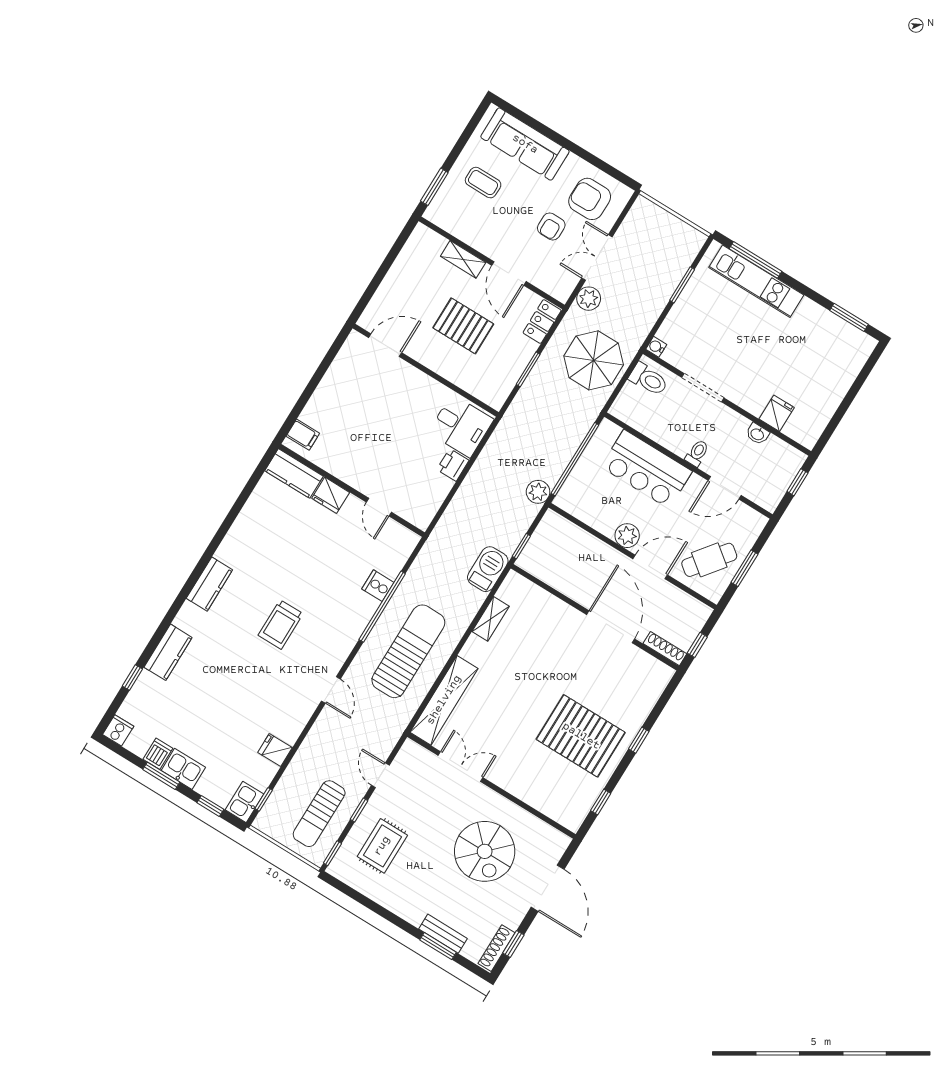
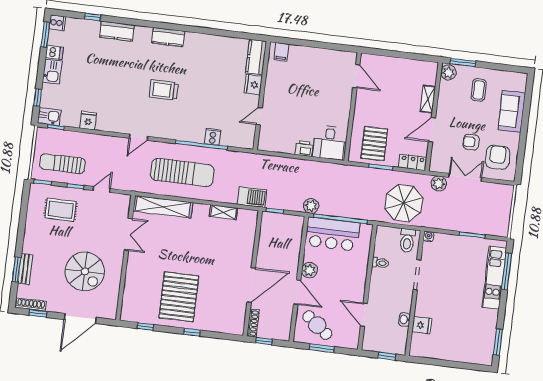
sofa: (525, 144) -> (512, 111), width x0.73
plant: (439, 214) -> (448, 72), added
pallet: (463, 326) -> (374, 144), moved
toilet: (697, 453) -> (380, 263), moved
bar counter: (647, 469) -> (332, 234), moved, turned -90
window: (161, 776) -> (45, 34), moved
spiral stairs: (485, 851) -> (85, 271), turned -90

